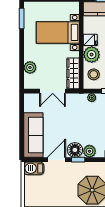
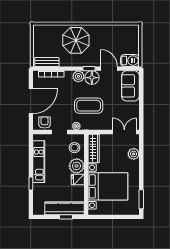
bed with nightstands: (58, 32) -> (108, 186), width x1.36
double door: (53, 91) -> (124, 132), moved
coffee table: (78, 120) -> (89, 106), added
sofa: (33, 135) -> (130, 86), width x0.73
door: (56, 160) -> (109, 69), swing flipped

